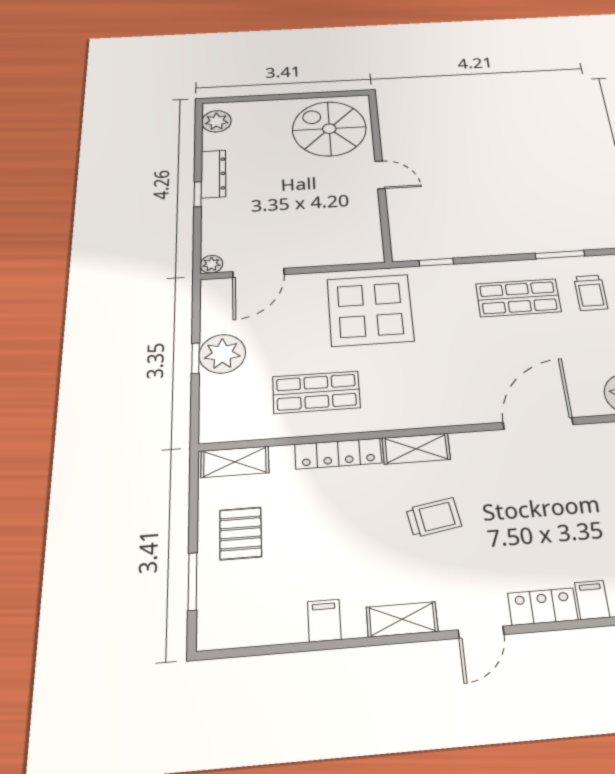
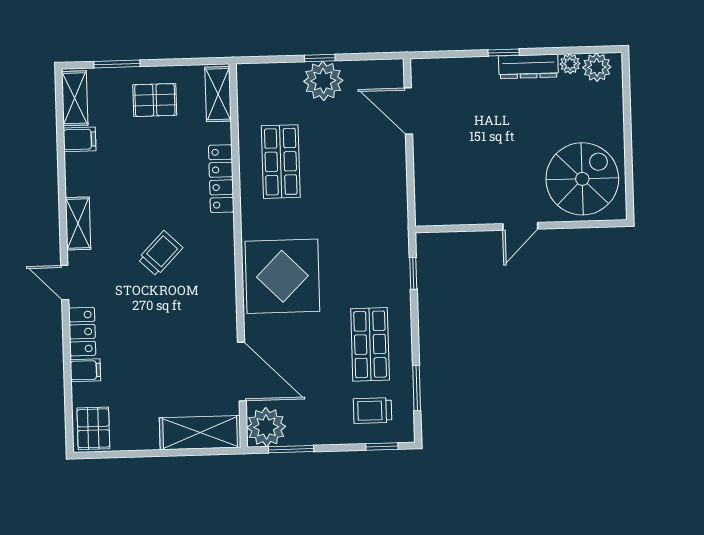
plant: (211, 264) -> (570, 64), moved
display table: (370, 310) -> (282, 276), moved
door: (538, 423) -> (242, 372), moved
shelving: (416, 449) -> (75, 98), moved
trolley: (434, 517) -> (160, 253), turned -126
filing cabinet: (324, 621) -> (80, 139), moved

